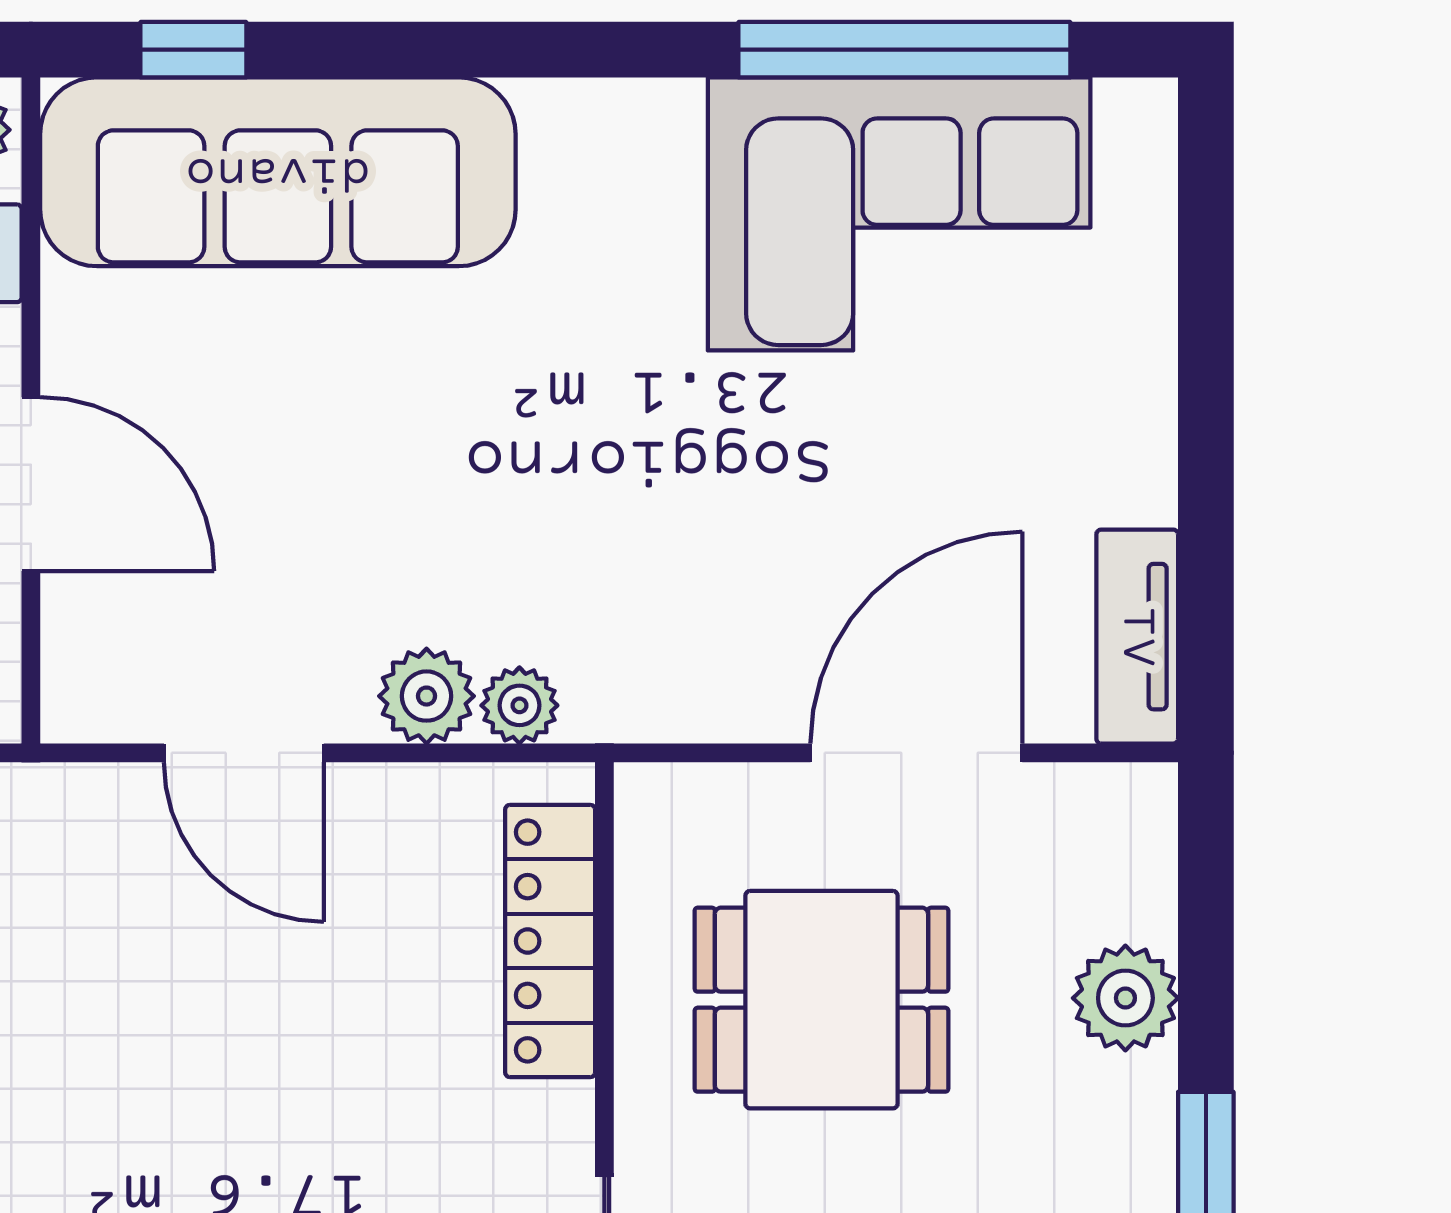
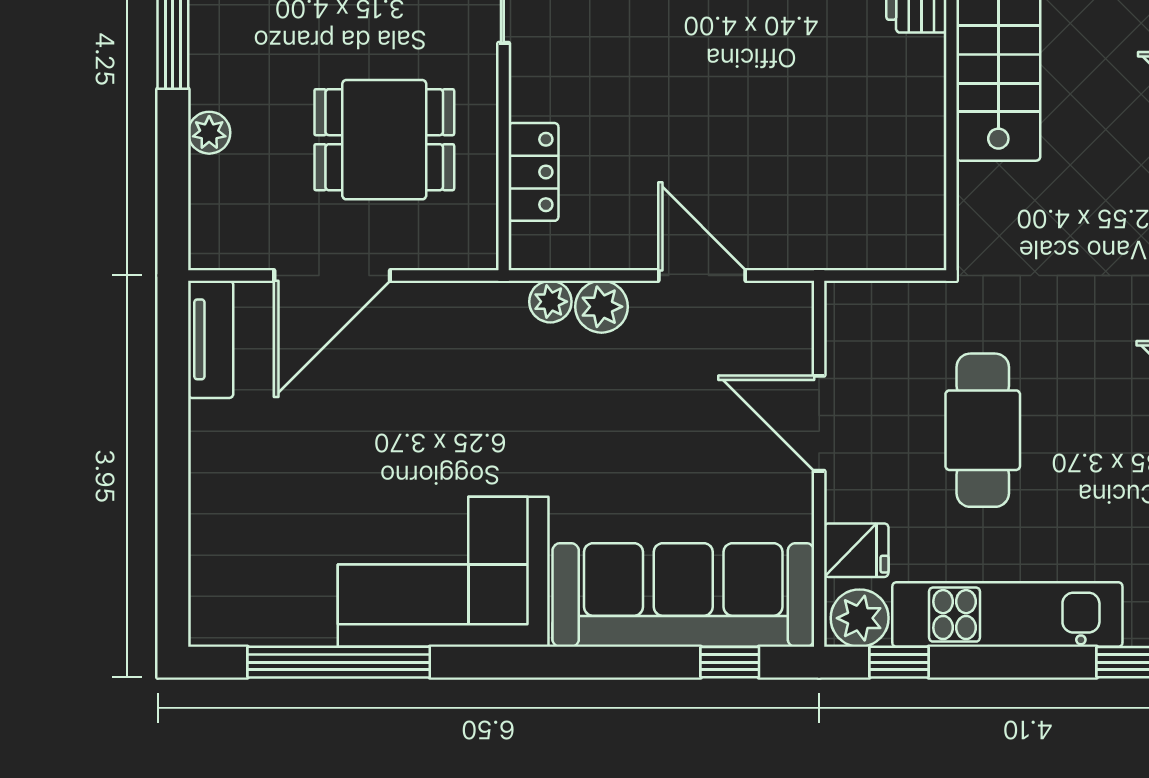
corner sofa: (899, 214) -> (443, 572), moved
locker: (550, 941) -> (533, 172), width x0.66
plant: (1125, 998) -> (209, 133), width x0.73, depth x0.73

